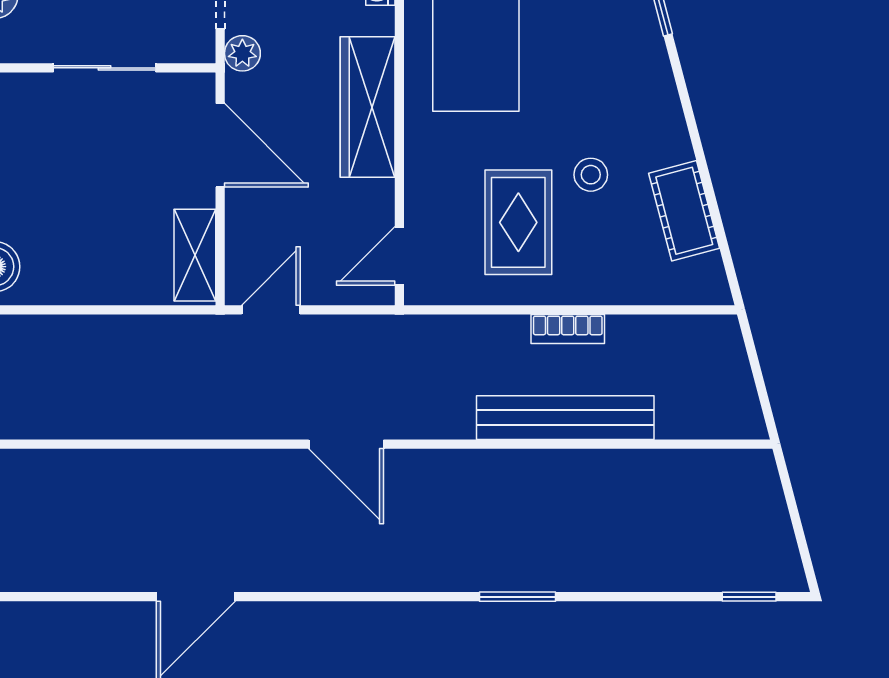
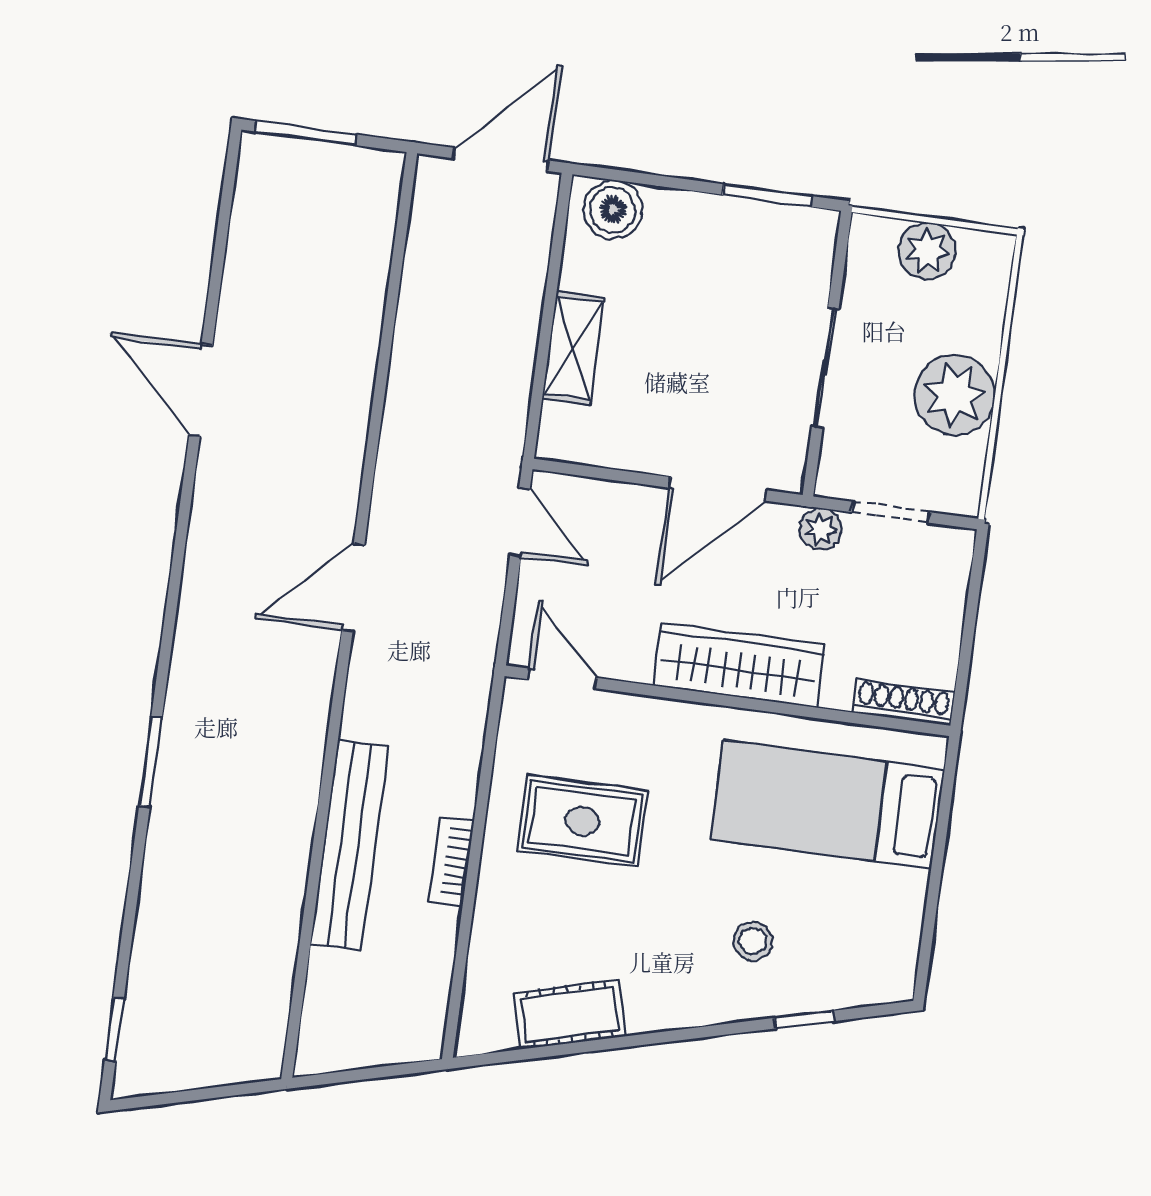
stool: (591, 175) -> (753, 941), moved
shelving: (195, 255) -> (573, 348), moved, turned 90

